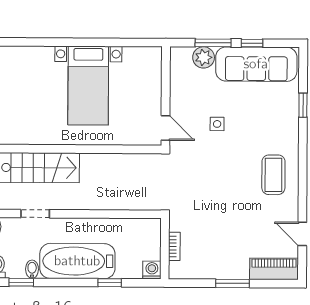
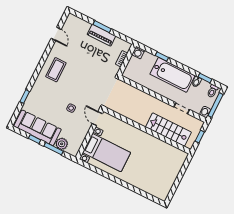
bed with nightstands: (88, 86) -> (107, 153), moved, turned 90
piano: (274, 269) -> (101, 35), moved

